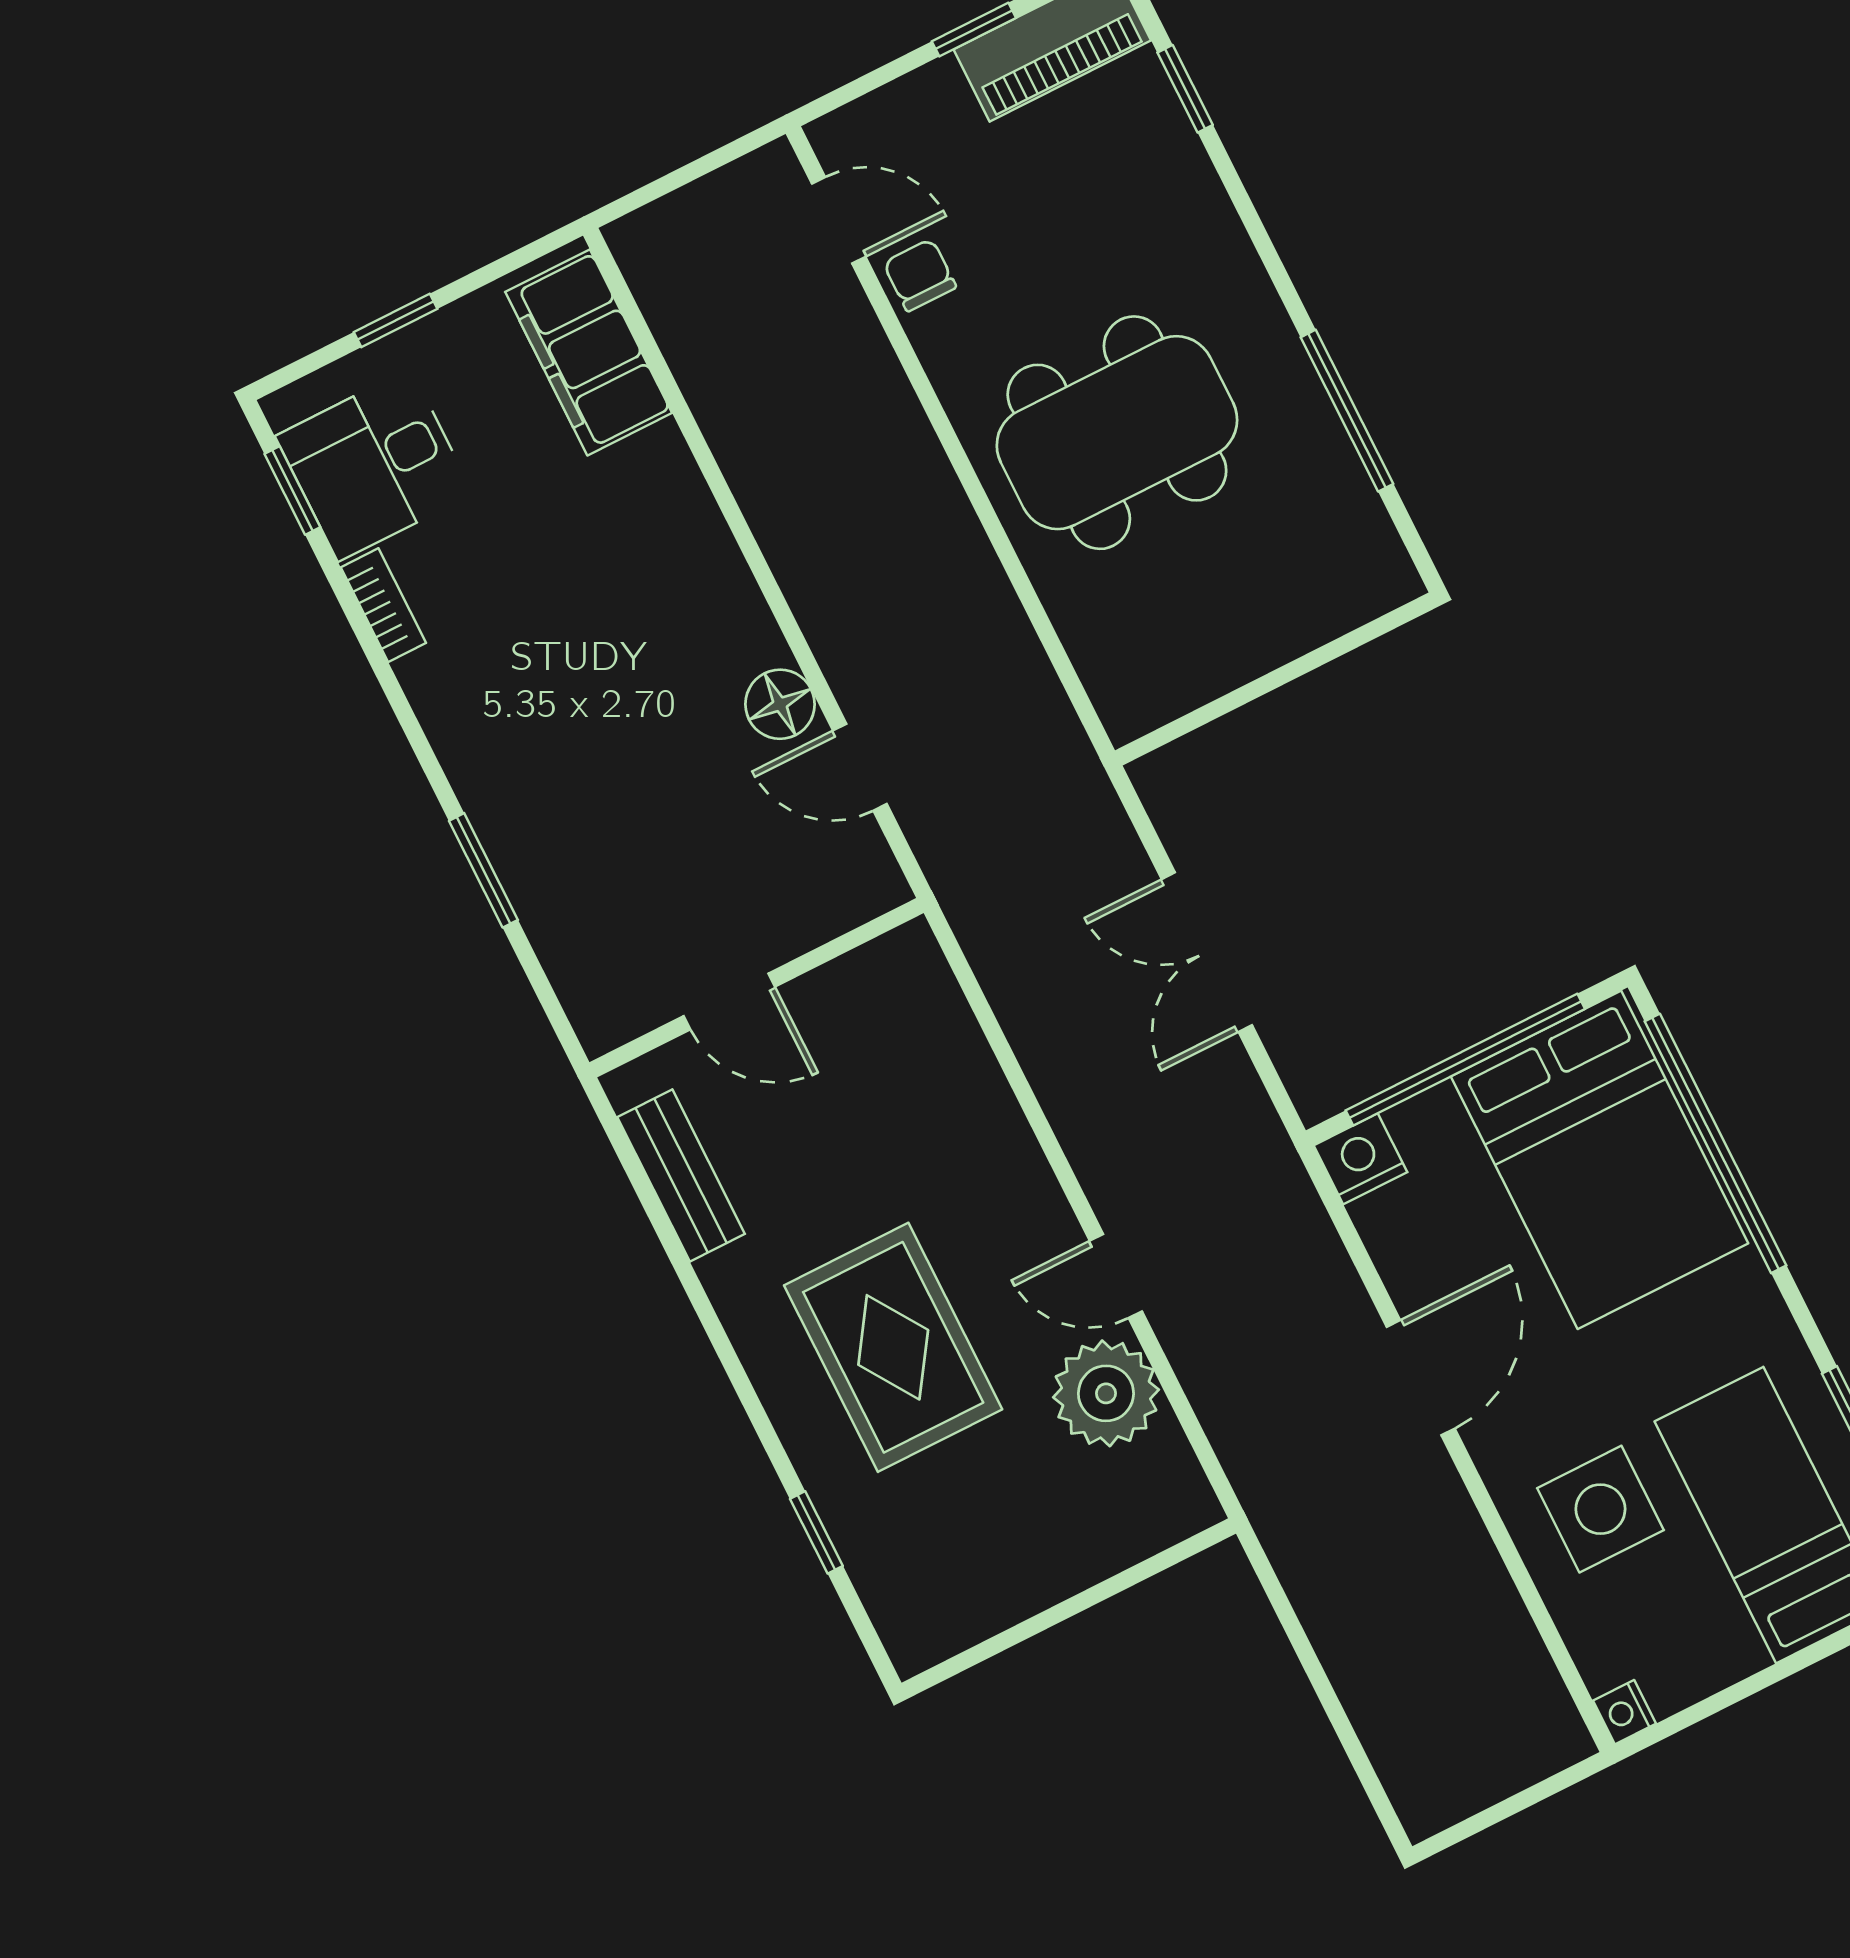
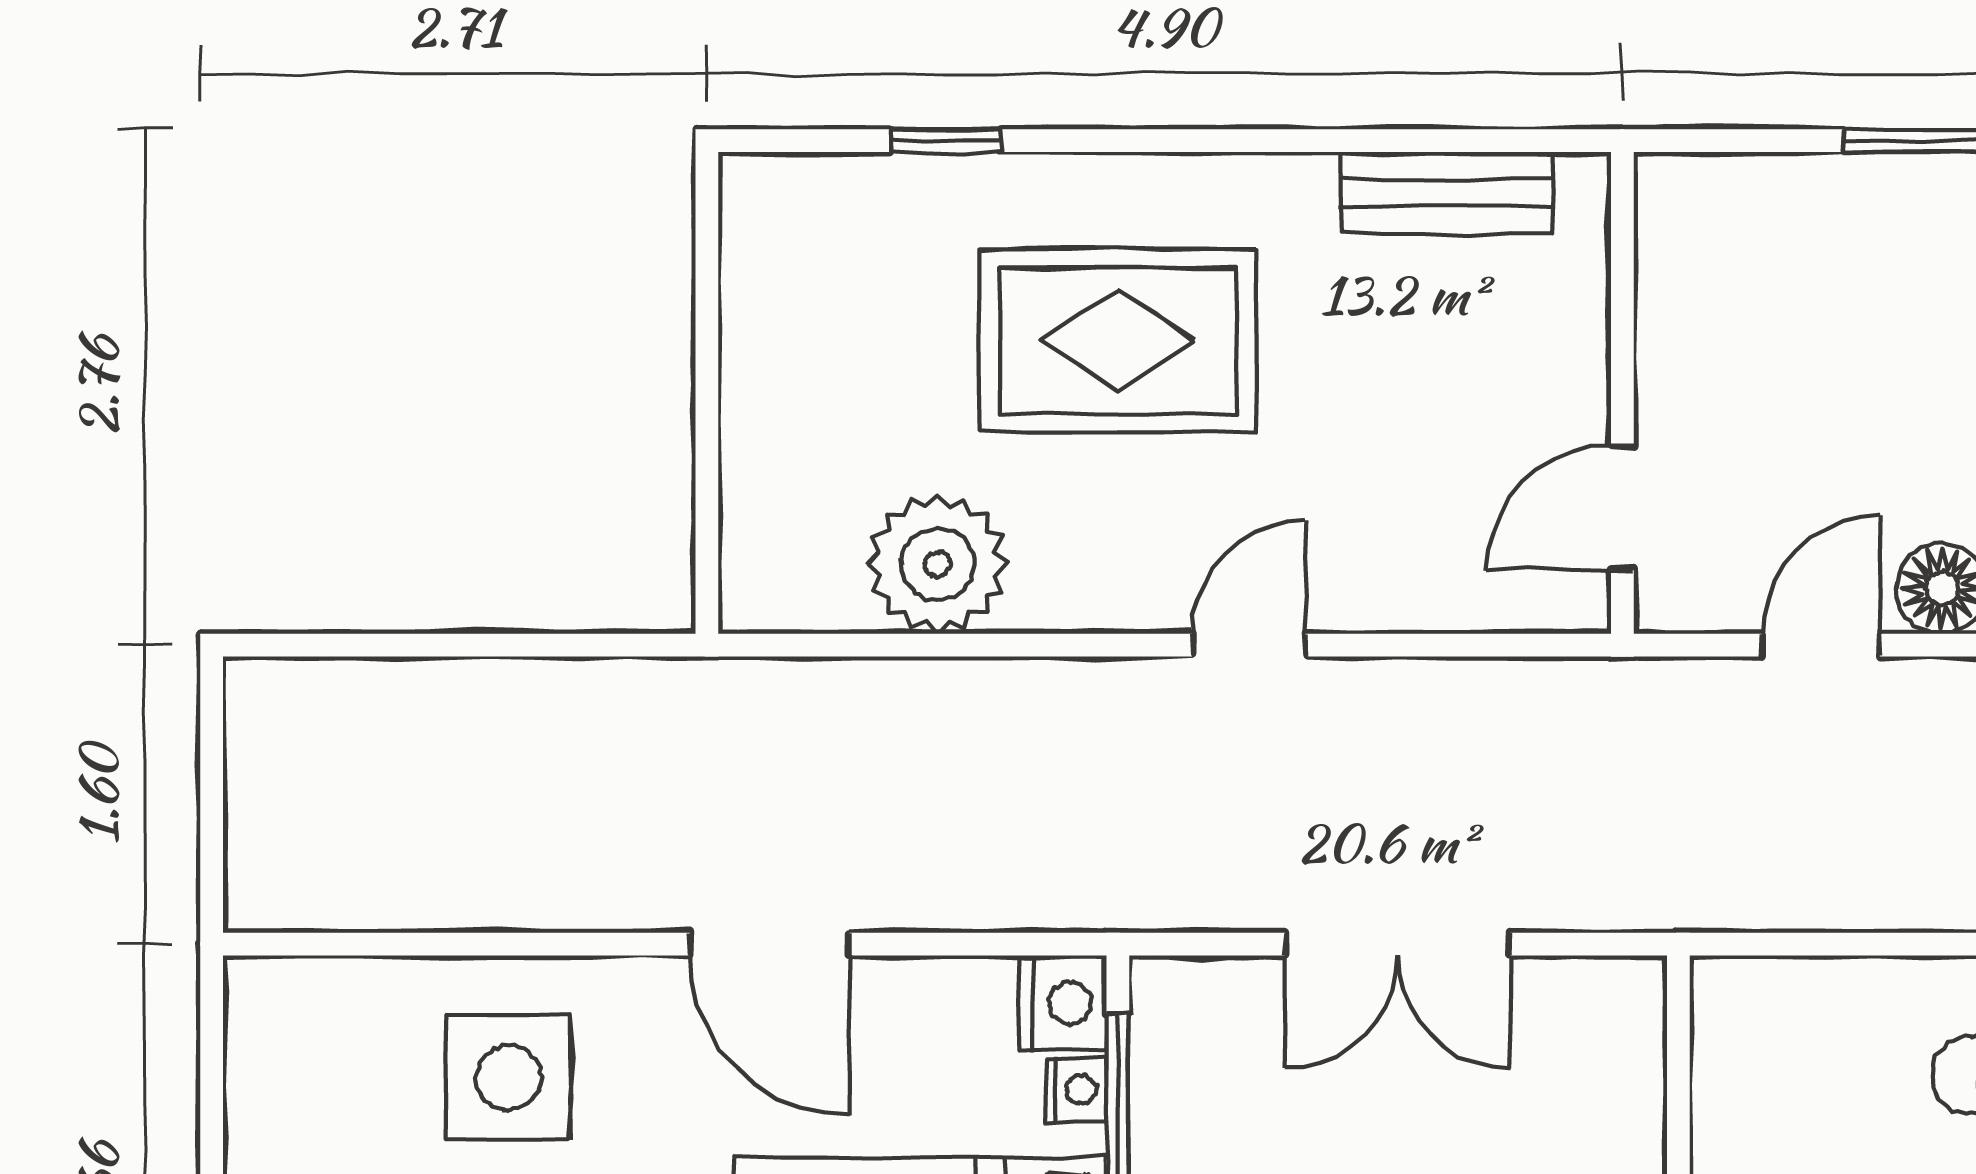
double door: (1207, 952) -> (1398, 944), swing flipped
door: (729, 1001) -> (1622, 508), moved
door: (1116, 1276) -> (1249, 645), moved
nightstand: (1624, 1712) -> (1076, 1090), moved, turned 90

